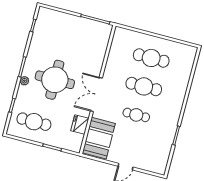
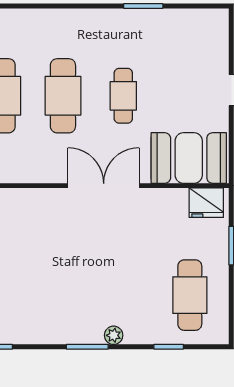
round table: (55, 80) -> (96, 275), removed
double door: (96, 95) -> (104, 186), swing flipped
fridge: (80, 124) -> (206, 203), moved

